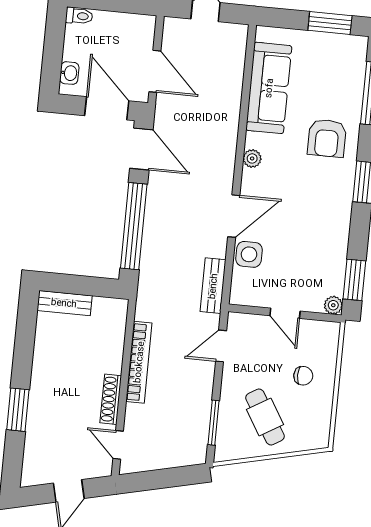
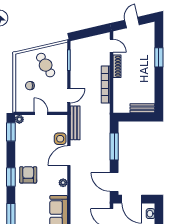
armchair: (327, 138) -> (28, 175), moved
window: (134, 226) -> (114, 146), width x0.68
bench: (213, 286) -> (75, 123), width x1.36

